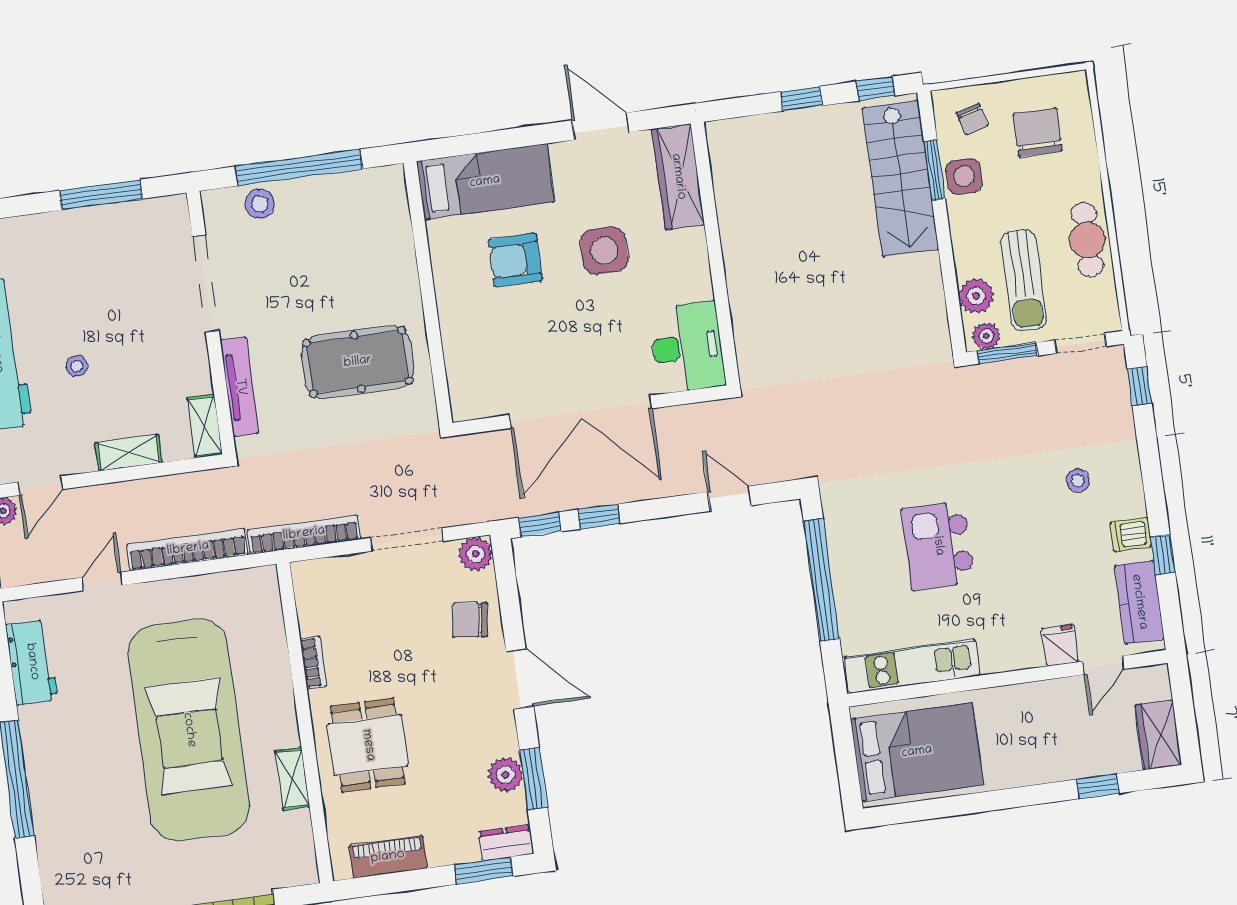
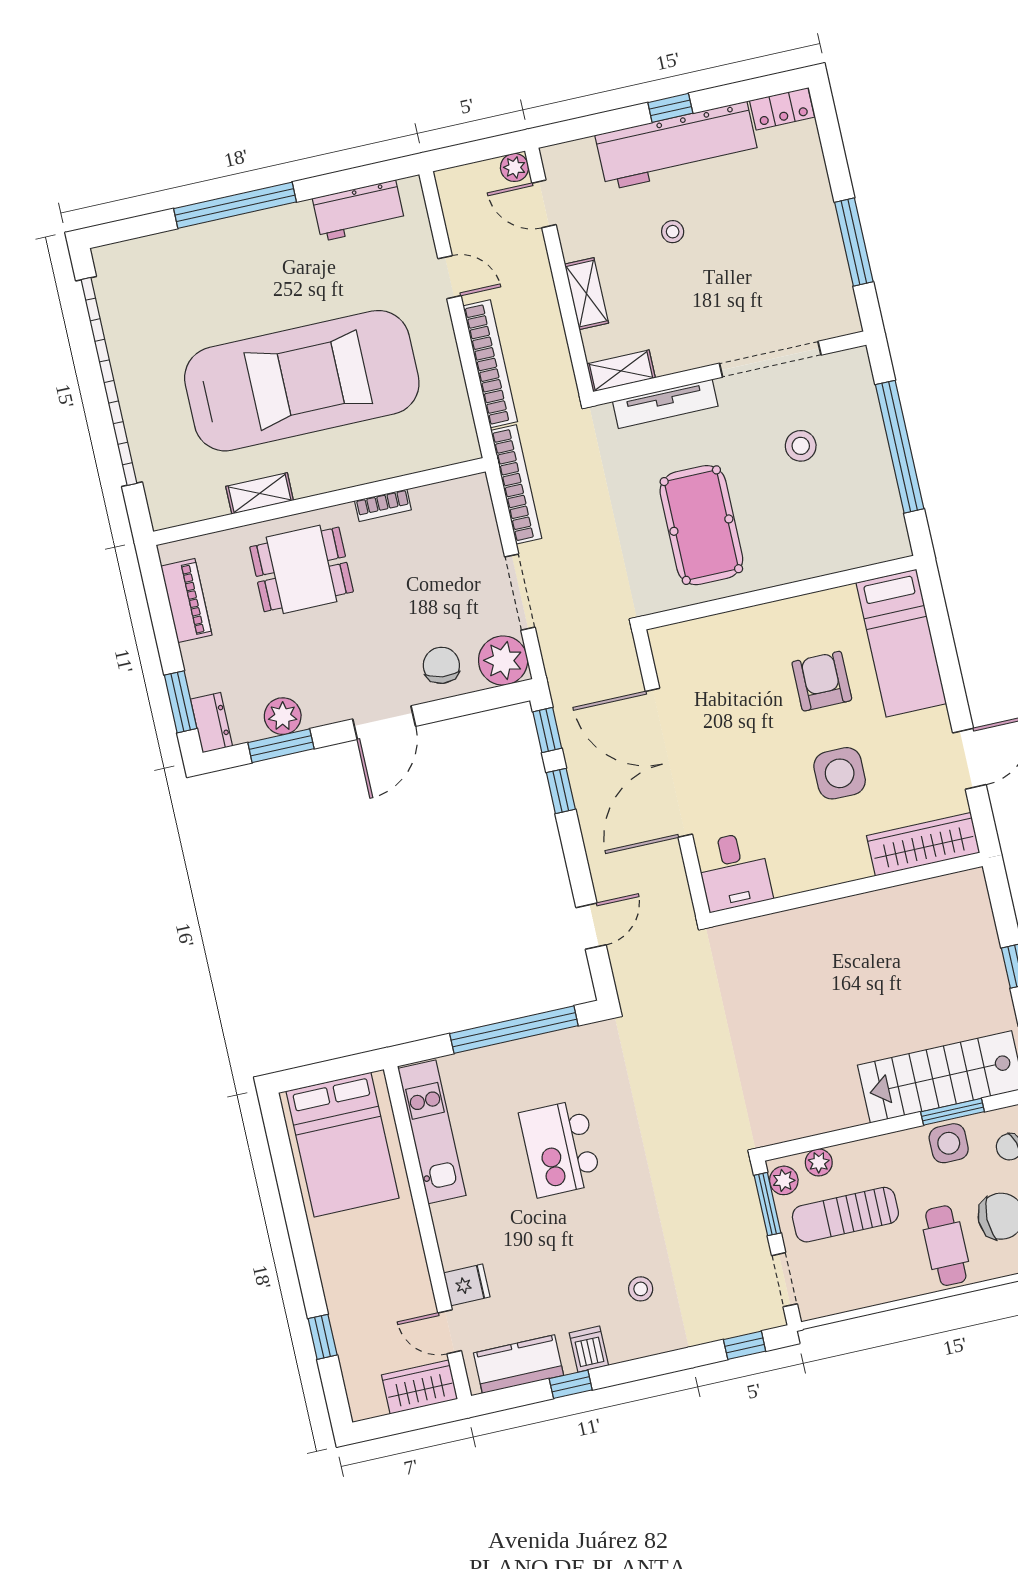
stool: (260, 204) -> (801, 446), moved
cafe table: (1087, 240) -> (946, 1246), moved, turned 90
plant: (976, 296) -> (819, 1162), width x0.73, depth x0.73
desk: (687, 347) -> (734, 871), width x0.73
kitchen island: (938, 546) -> (560, 1148), turned -90
plant: (476, 554) -> (503, 661), width x1.36, depth x1.36
car: (189, 730) -> (302, 381), turned 180
wardrobe: (1158, 735) -> (420, 1387), moved

